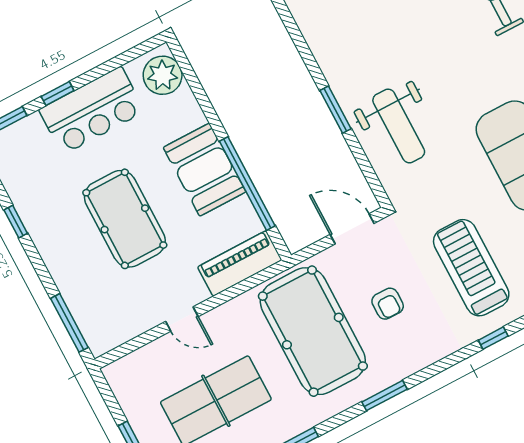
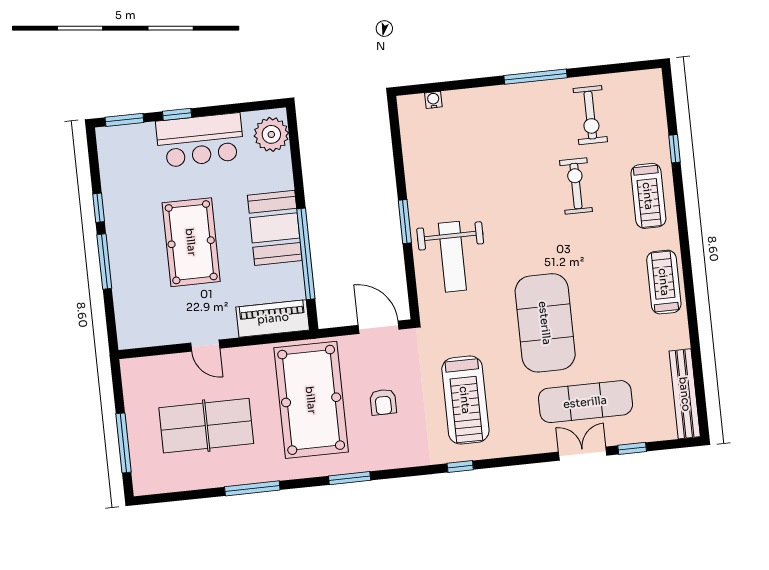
treadmill: (471, 268) -> (465, 400), turned 180
window: (69, 323) -> (104, 261), moved

